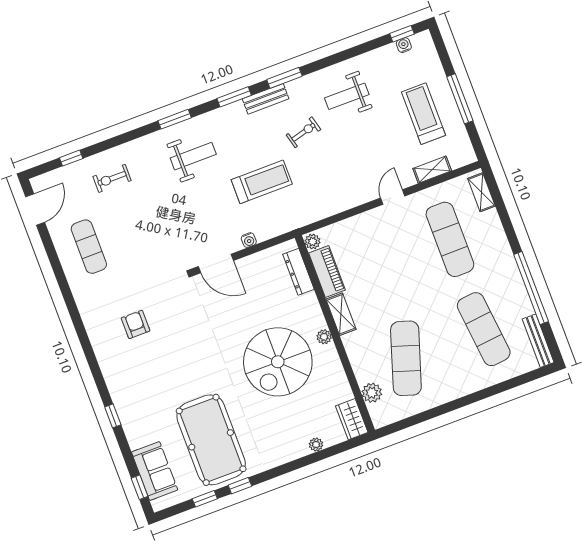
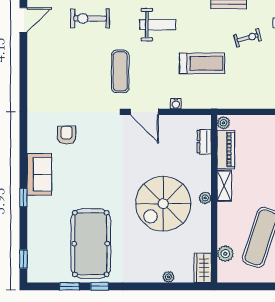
exercise bike: (112, 178) -> (90, 18), width x1.38, depth x1.39
exercise mat: (89, 247) -> (120, 71), moved
dresser: (298, 272) -> (204, 142), width x0.70
sofa: (155, 471) -> (39, 174), moved

